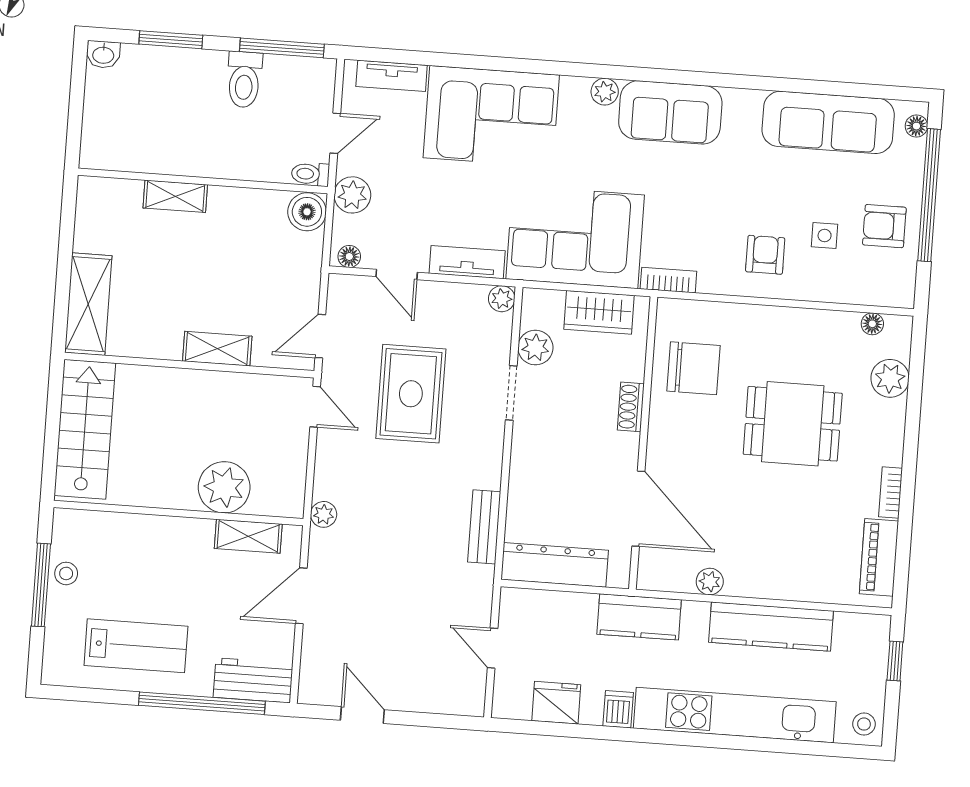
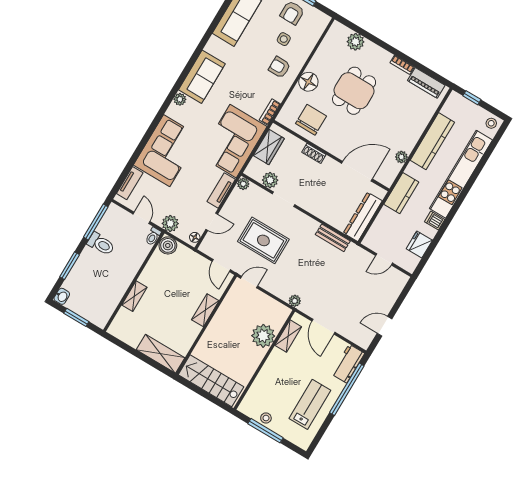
window: (76, 104) -> (76, 317), added
floor lamp: (872, 324) -> (308, 82), moved, width x1.89, depth x1.89

